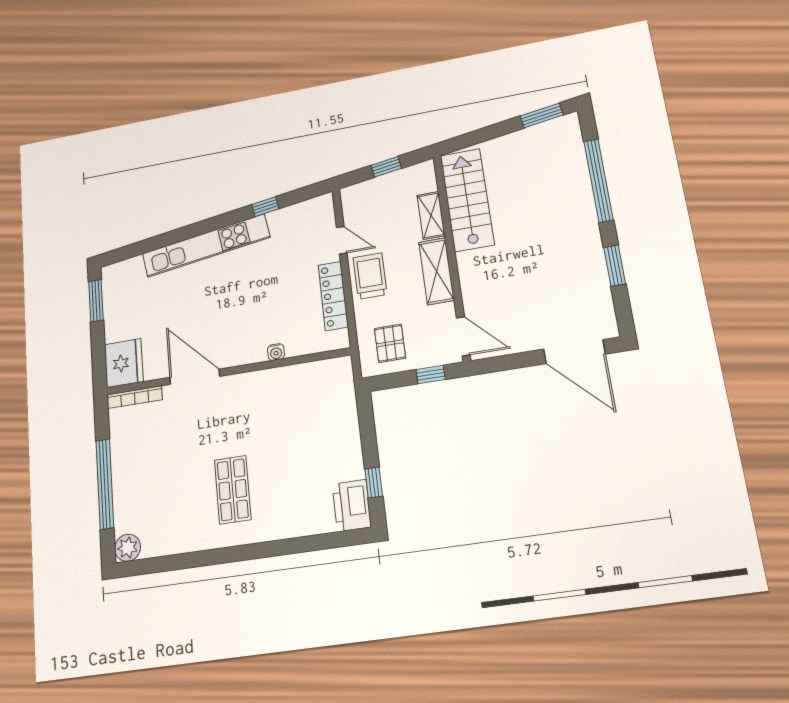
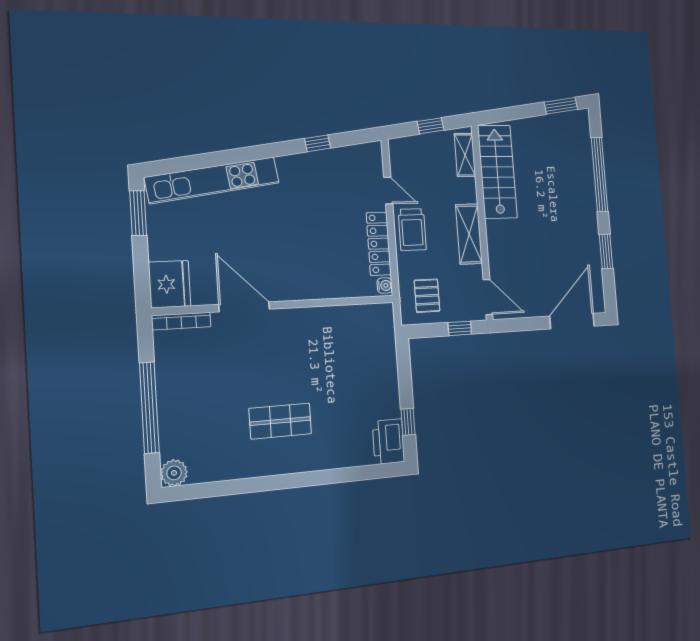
shelving: (431, 215) -> (465, 155), moved
kitchen unit: (206, 246) -> (213, 180), moved
trolley: (370, 276) -> (412, 230), turned 180
water cooler: (276, 352) -> (385, 286), moved, turned -90
door: (574, 352) -> (572, 321), swing flipped
shop shelf: (233, 490) -> (280, 421), turned 90

